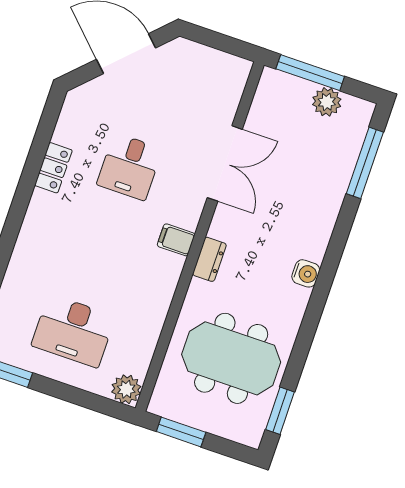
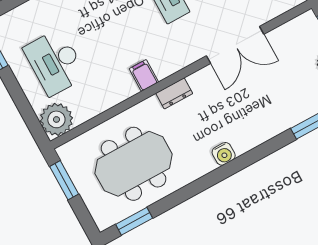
filing cabinet: (176, 240) -> (144, 75), moved
meeting table: (231, 358) -> (134, 164), turned 90
plant: (126, 389) -> (56, 119), width x1.36, depth x1.36

